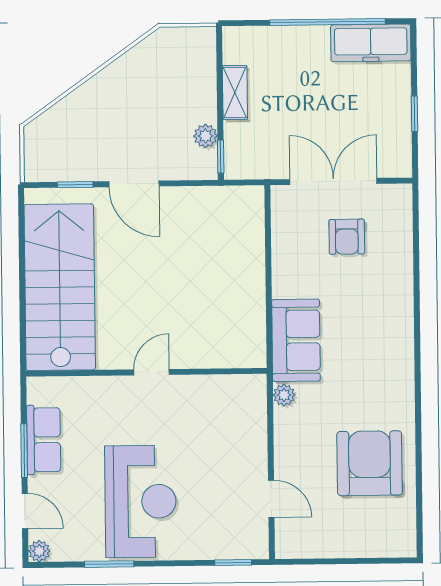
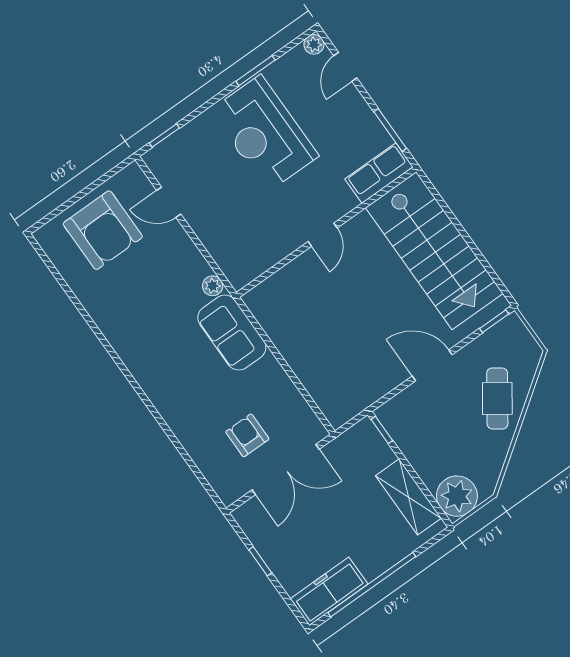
shelving: (235, 92) -> (408, 497), width x1.50, depth x1.33
cafe table: (96, 113) -> (497, 398), added
plant: (205, 136) -> (457, 496), moved, width x1.88, depth x1.88
window: (75, 185) -> (494, 321), moved
row of seats: (44, 440) -> (379, 173), moved, turned 90
window: (24, 451) -> (390, 130), moved
armchair: (370, 463) -> (103, 230), moved
door: (25, 511) -> (345, 67), hinge flipped

